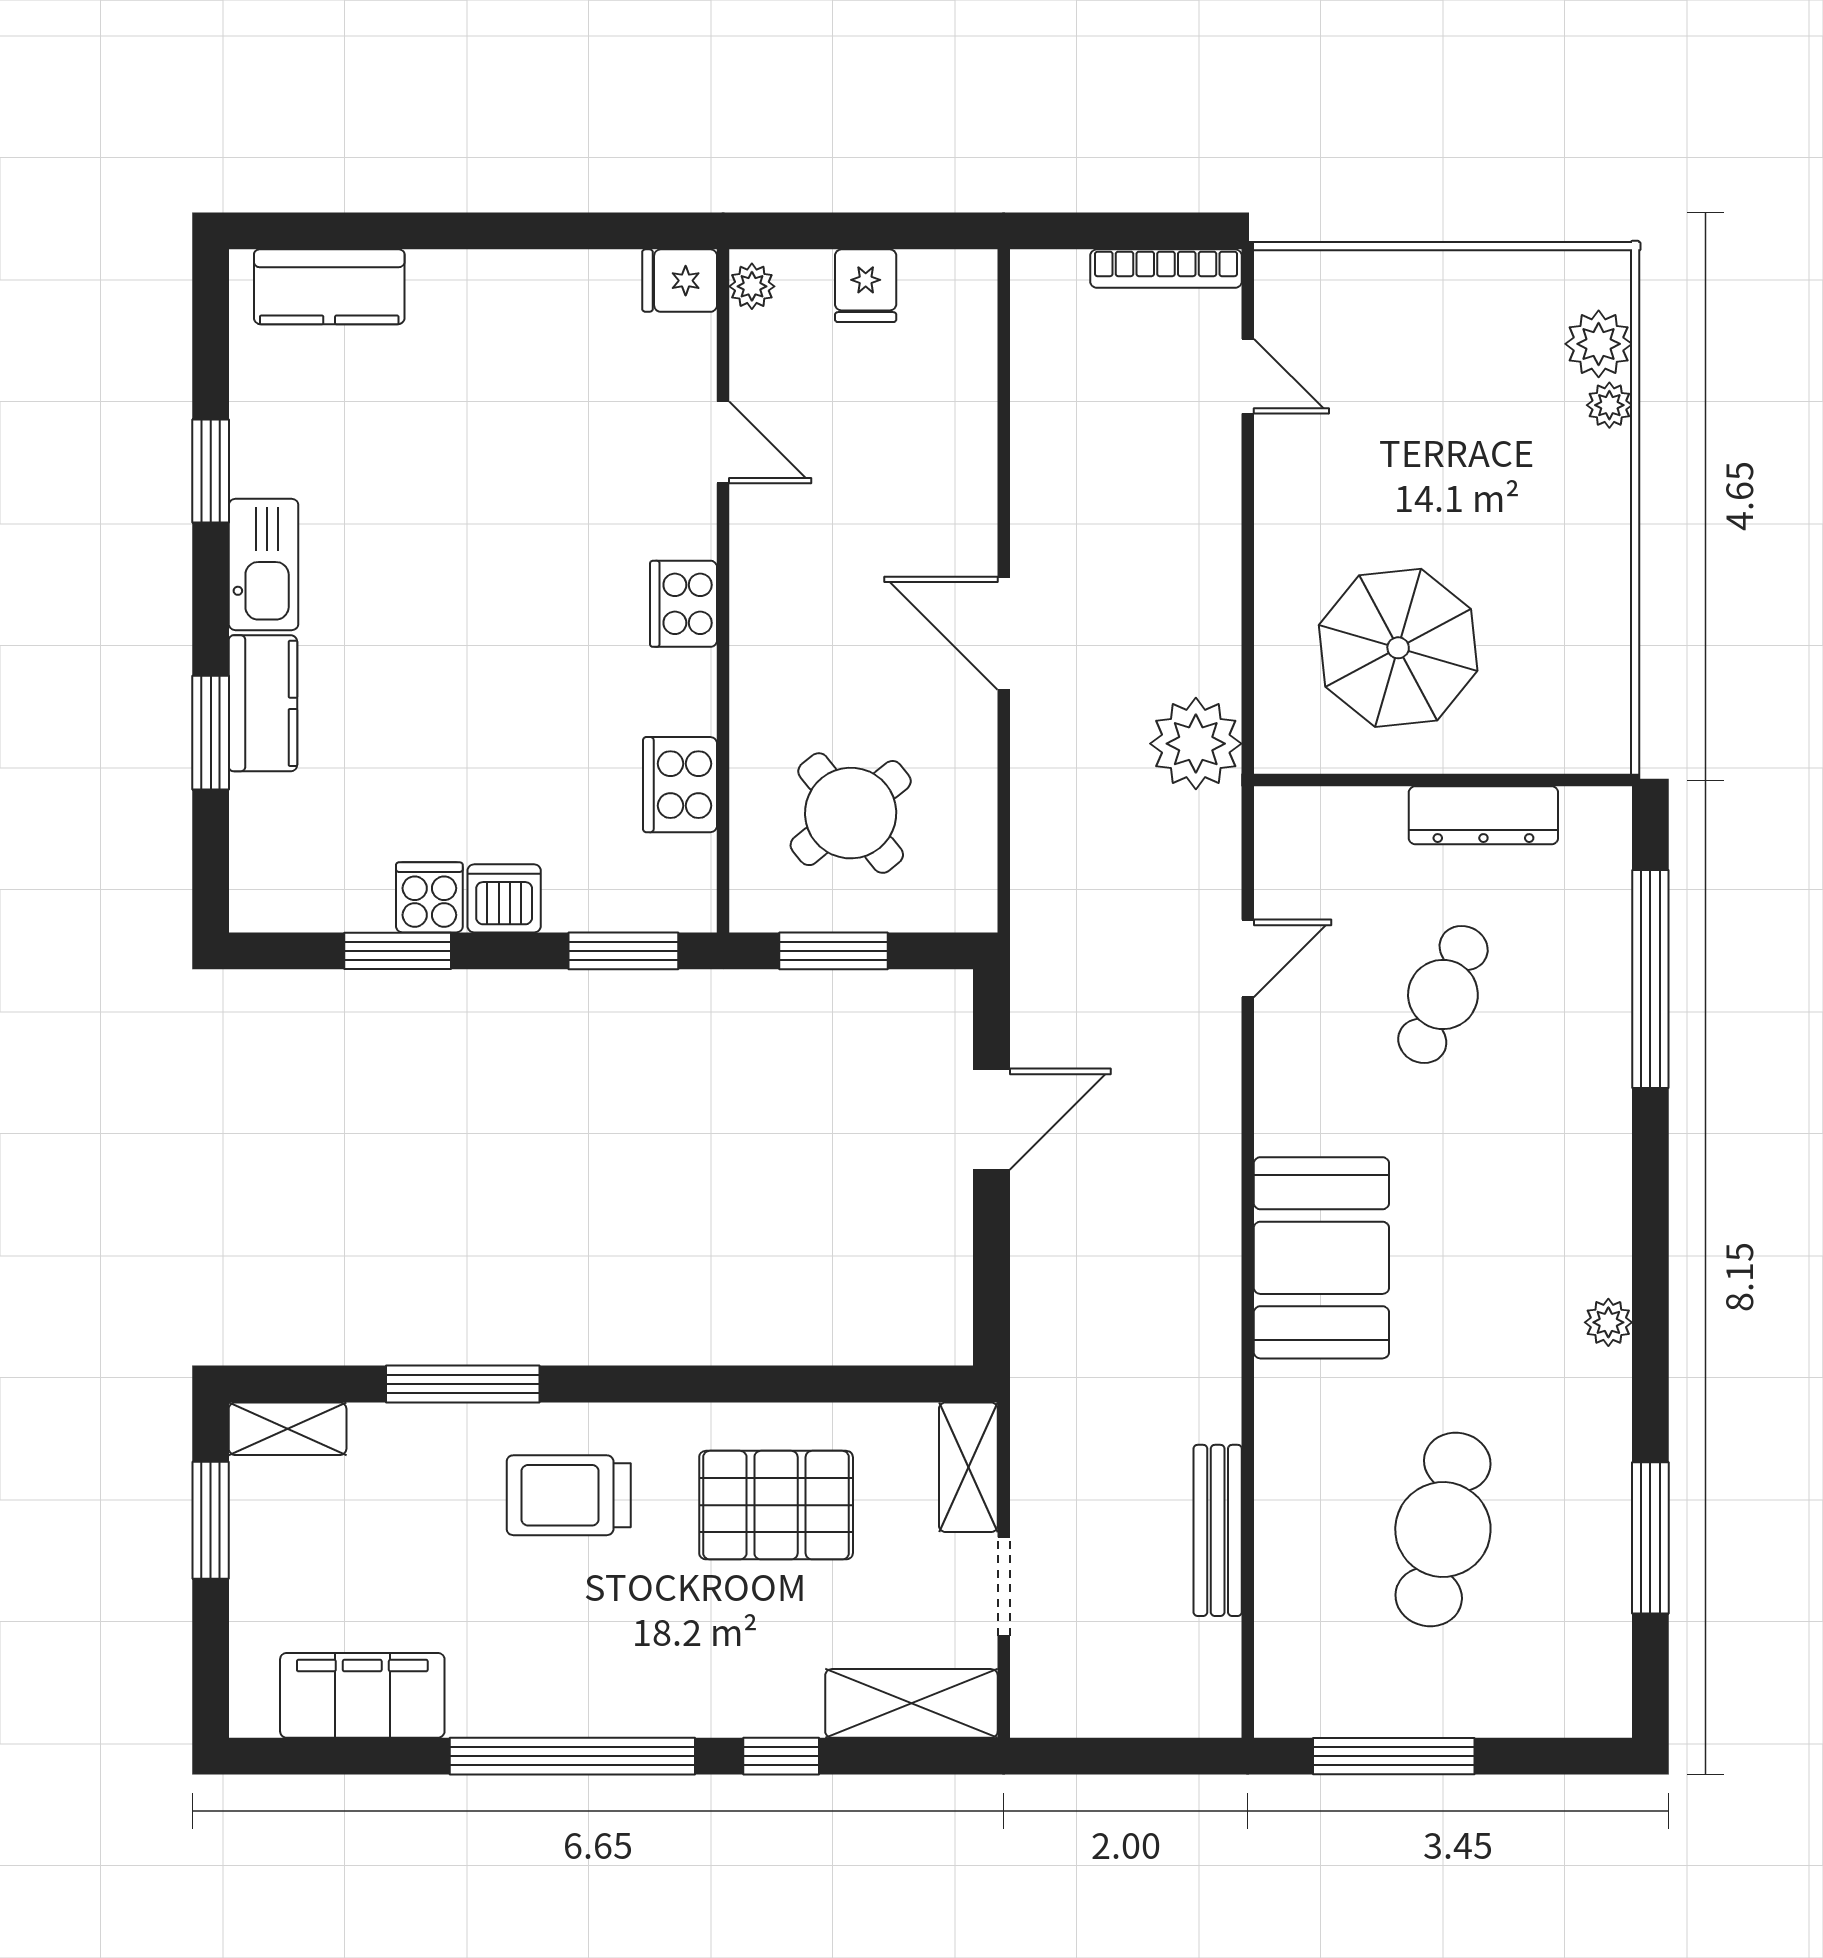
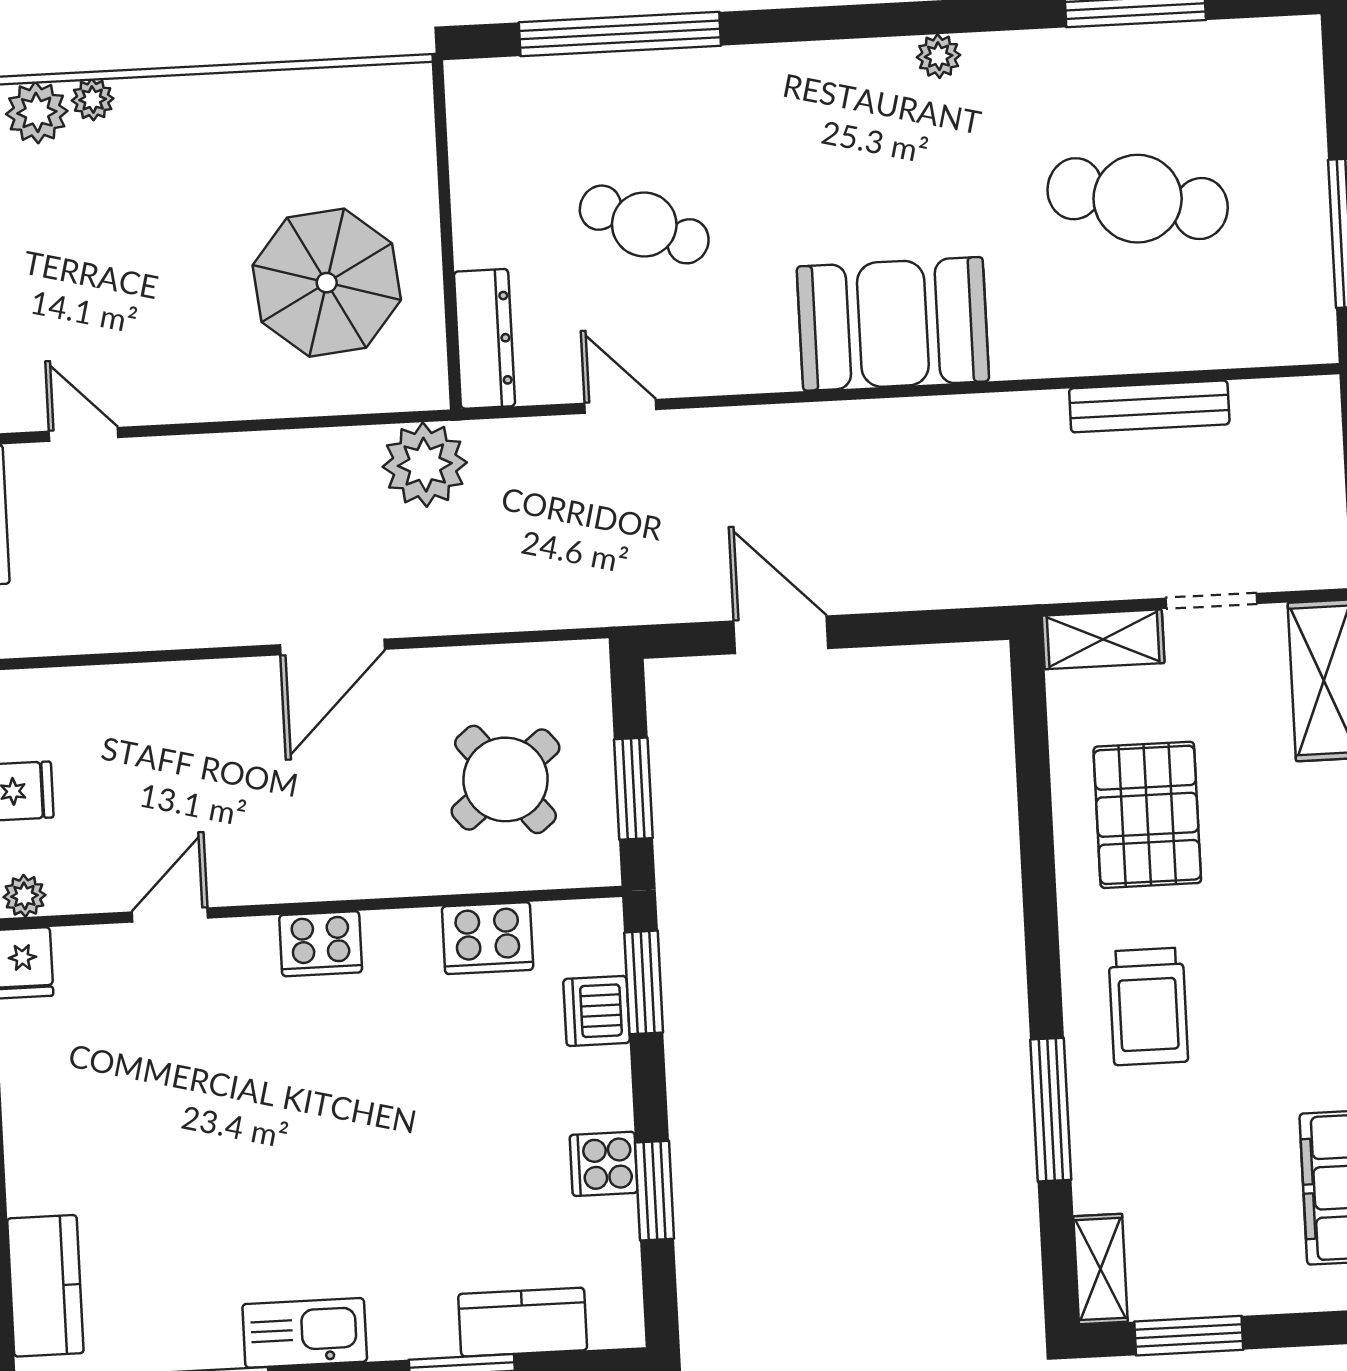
door: (1248, 376) -> (84, 434), hinge flipped
kitchen counter: (263, 703) -> (523, 1322), moved
dresser: (1483, 815) -> (484, 339), moved
dishwasher: (504, 898) -> (597, 1011), moved

